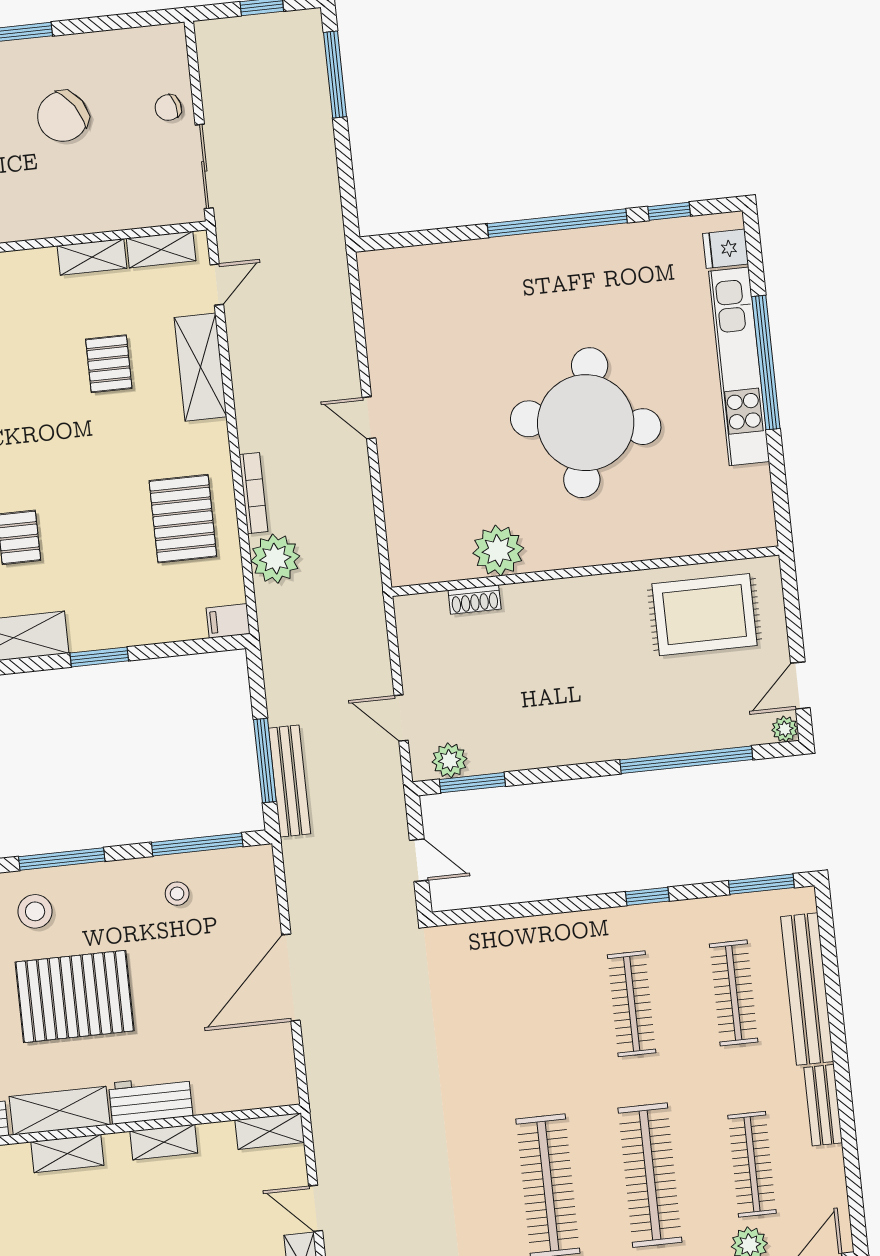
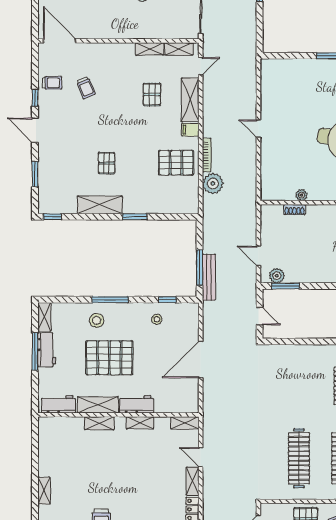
pallet: (183, 519) -> (176, 163), turned 90
plant: (498, 551) -> (302, 195), width x0.53, depth x0.53
filing cabinet: (228, 621) -> (190, 130), moved
window: (197, 844) -> (167, 300), width x0.46

